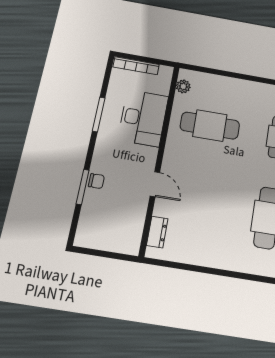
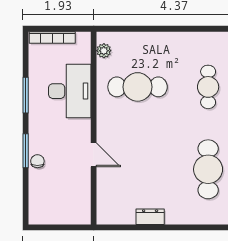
chair: (96, 181) -> (37, 161), turned -90
window: (83, 187) -> (26, 151), moved
dresser: (157, 232) -> (150, 217), moved, turned -90

